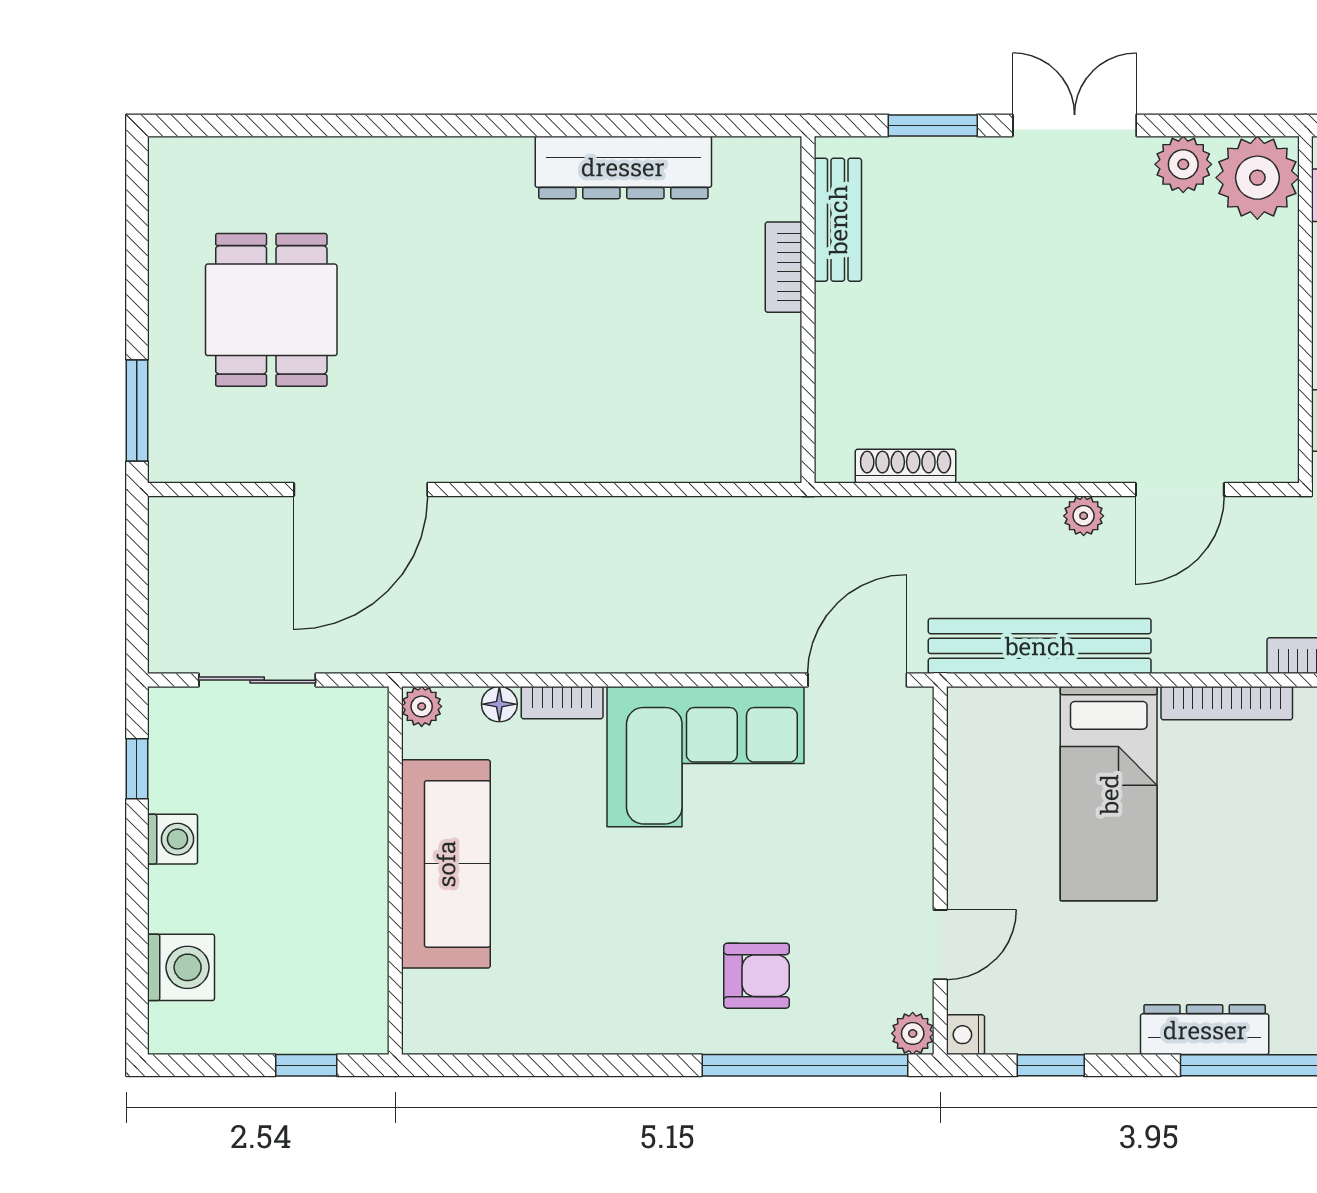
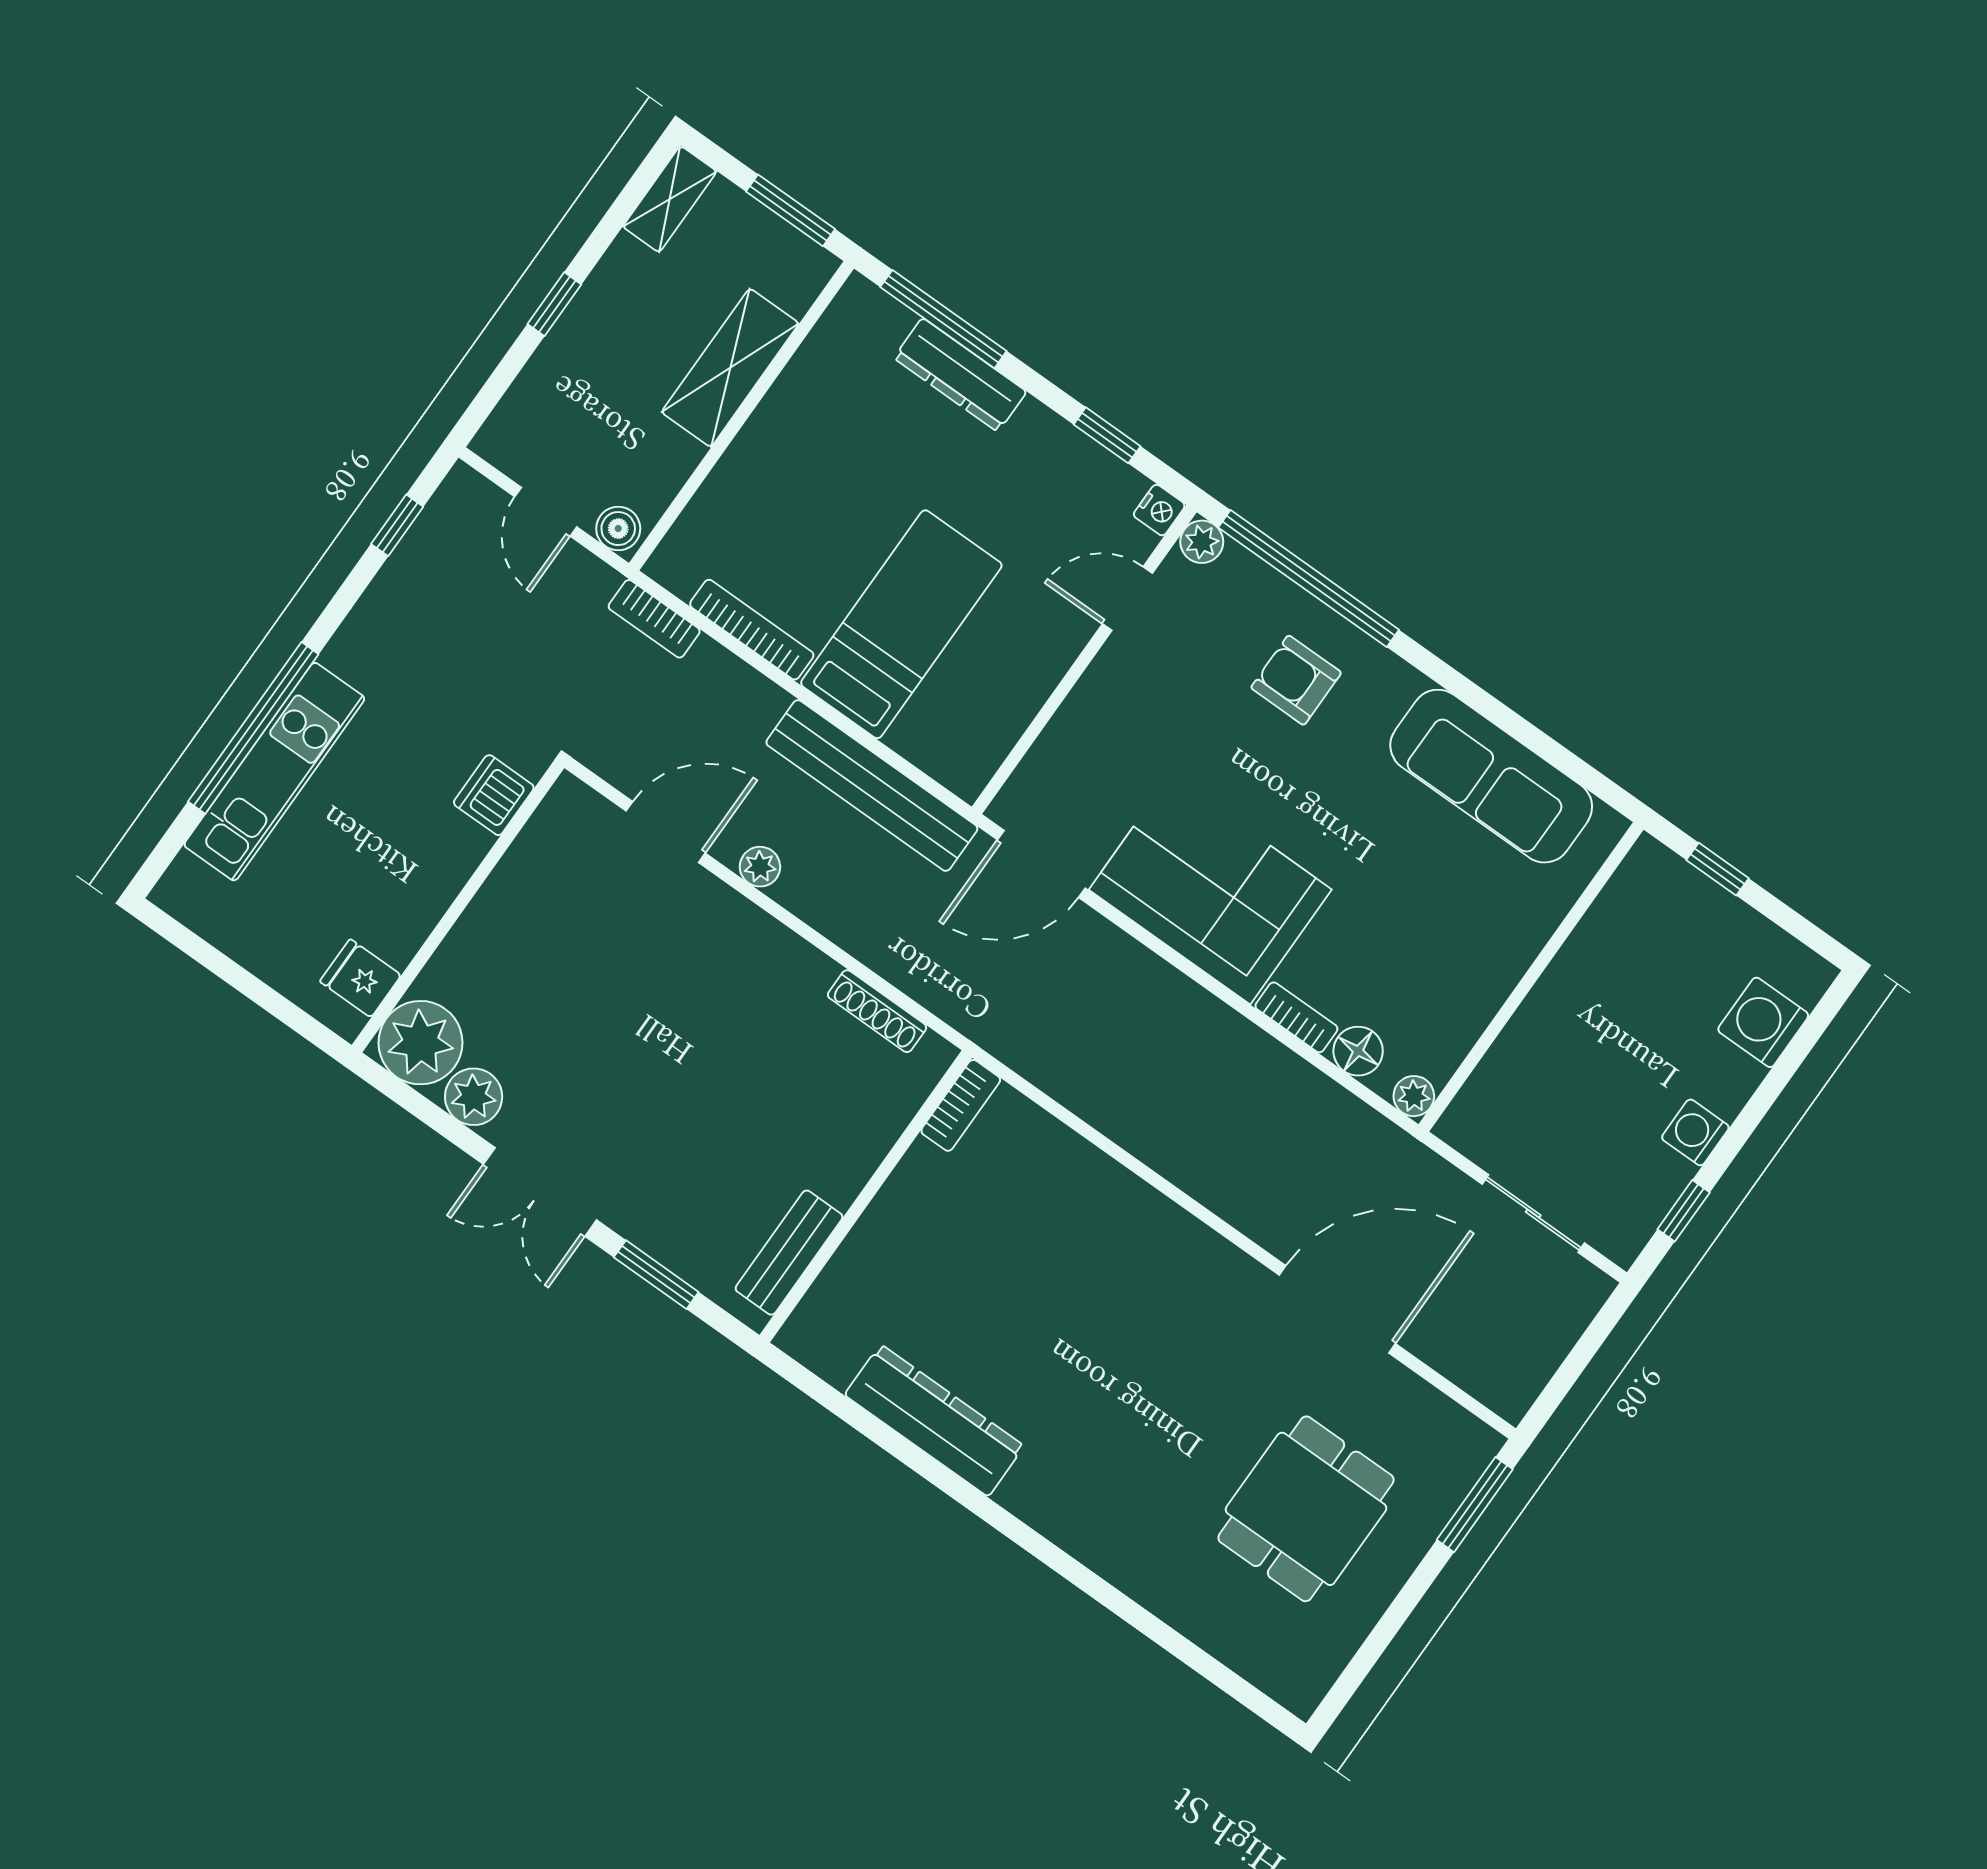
bookcase: (783, 267) -> (961, 1105), moved
floor lamp: (499, 704) -> (1358, 1051), width x1.37, depth x1.37
sofa: (446, 864) -> (1491, 776), moved, turned -90

